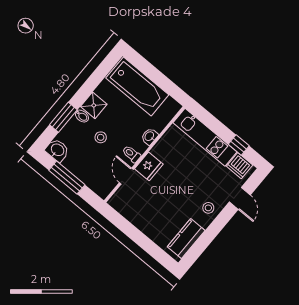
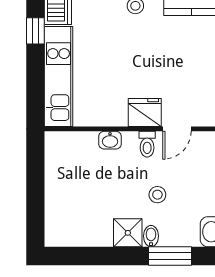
bathtub: (137, 86) -> (65, 201), removed

